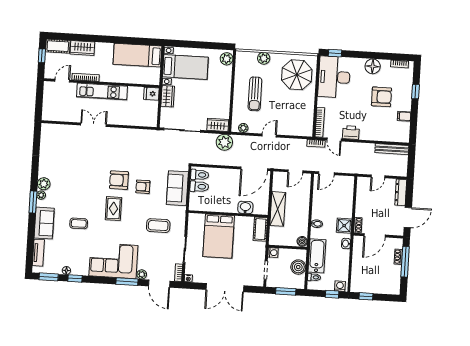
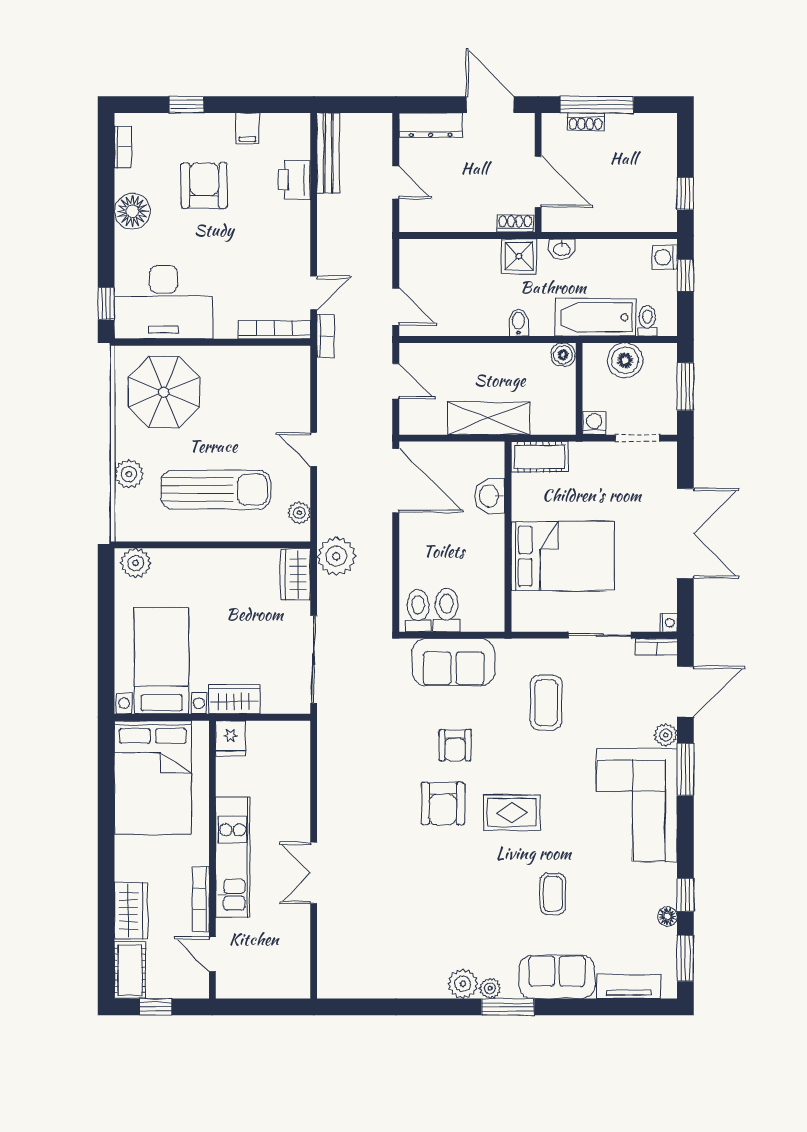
bed: (137, 55) -> (153, 777), width x1.50
sun lounger: (255, 94) -> (216, 490), width x1.36, depth x1.34
printer: (351, 133) -> (294, 180), moved

